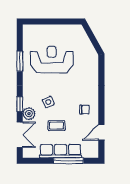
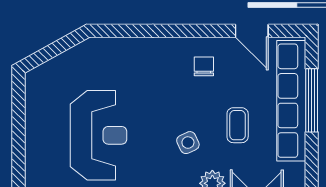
reception desk: (52, 59) -> (99, 135), turned 180
row of seats: (61, 151) -> (291, 101), width x1.36

